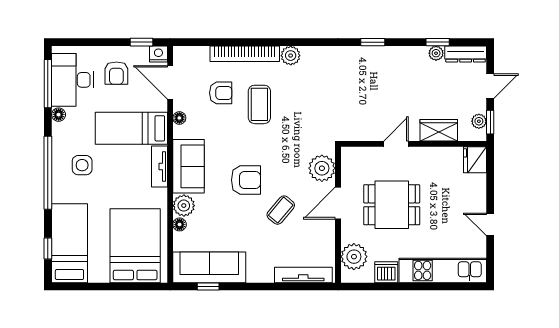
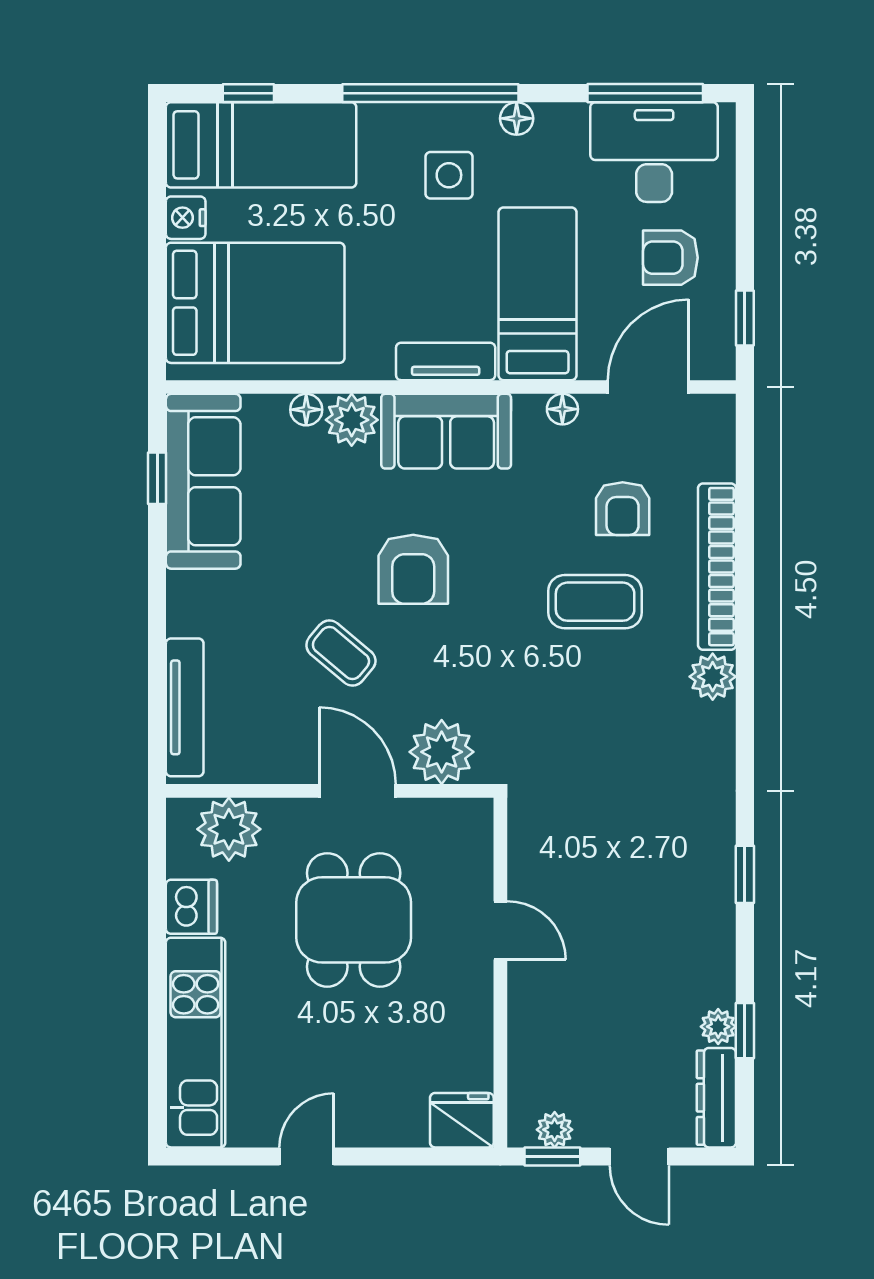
nightstand: (158, 54) -> (186, 218), moved, turned 180
floor lamp: (59, 115) -> (517, 118), moved
wardrobe: (439, 130) -> (533, 1033), removed

